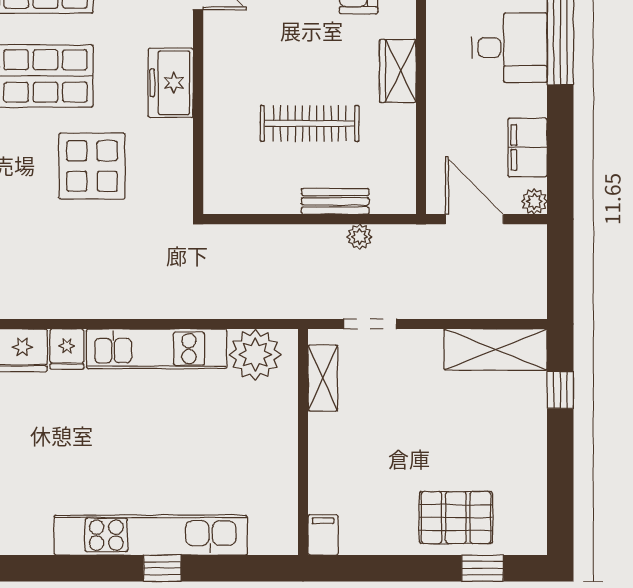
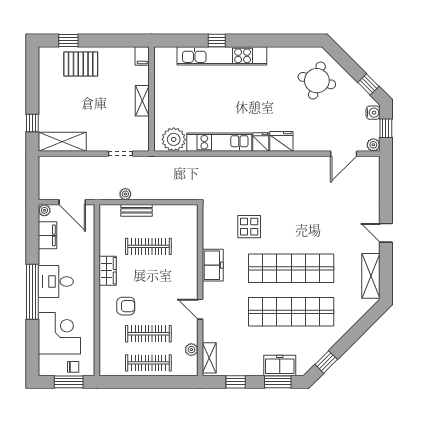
display table: (92, 166) -> (249, 227), width x0.73, depth x0.73
shelving: (323, 378) -> (142, 101), moved

